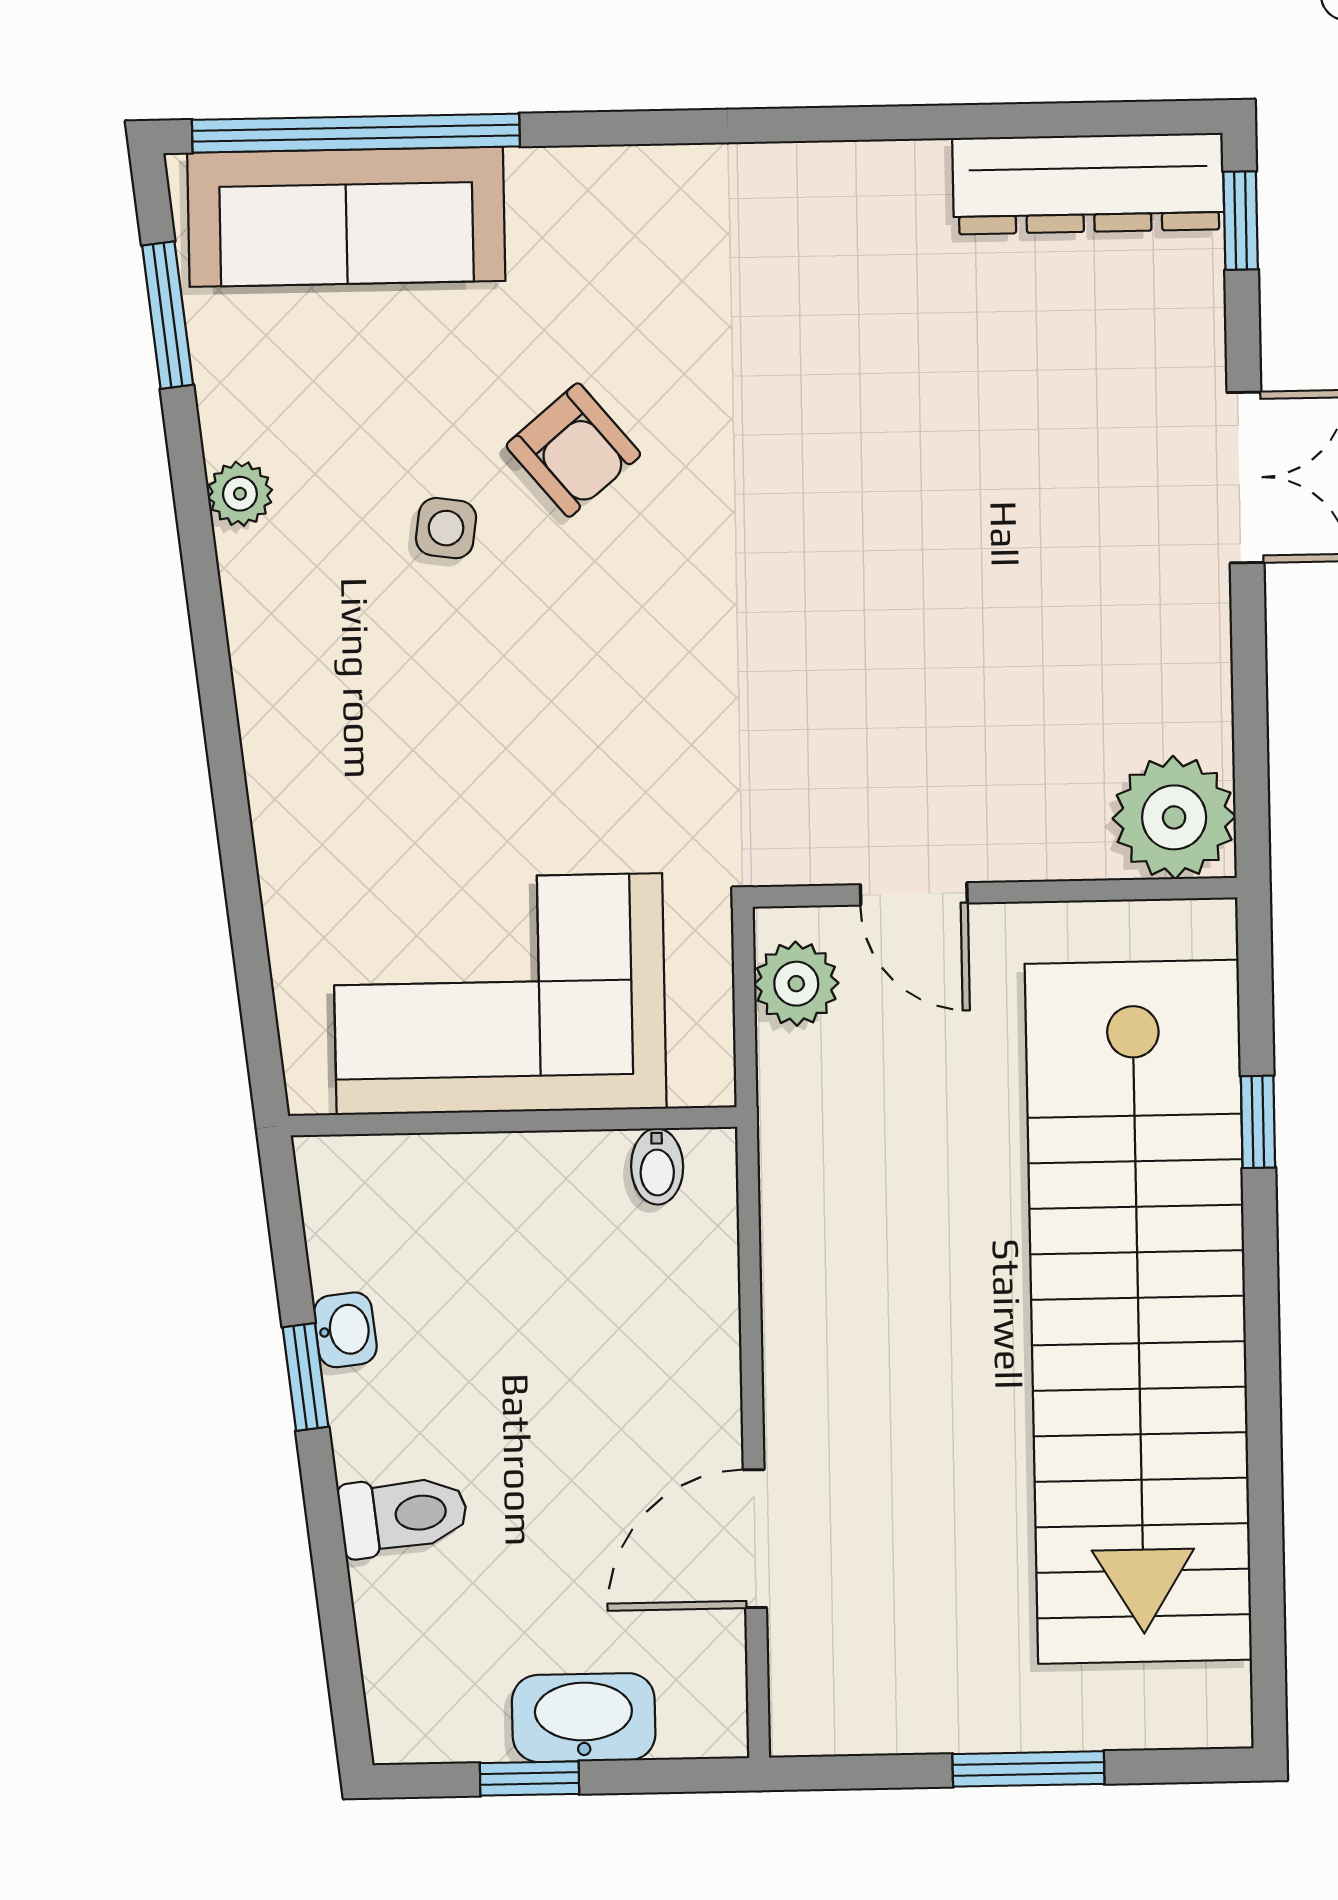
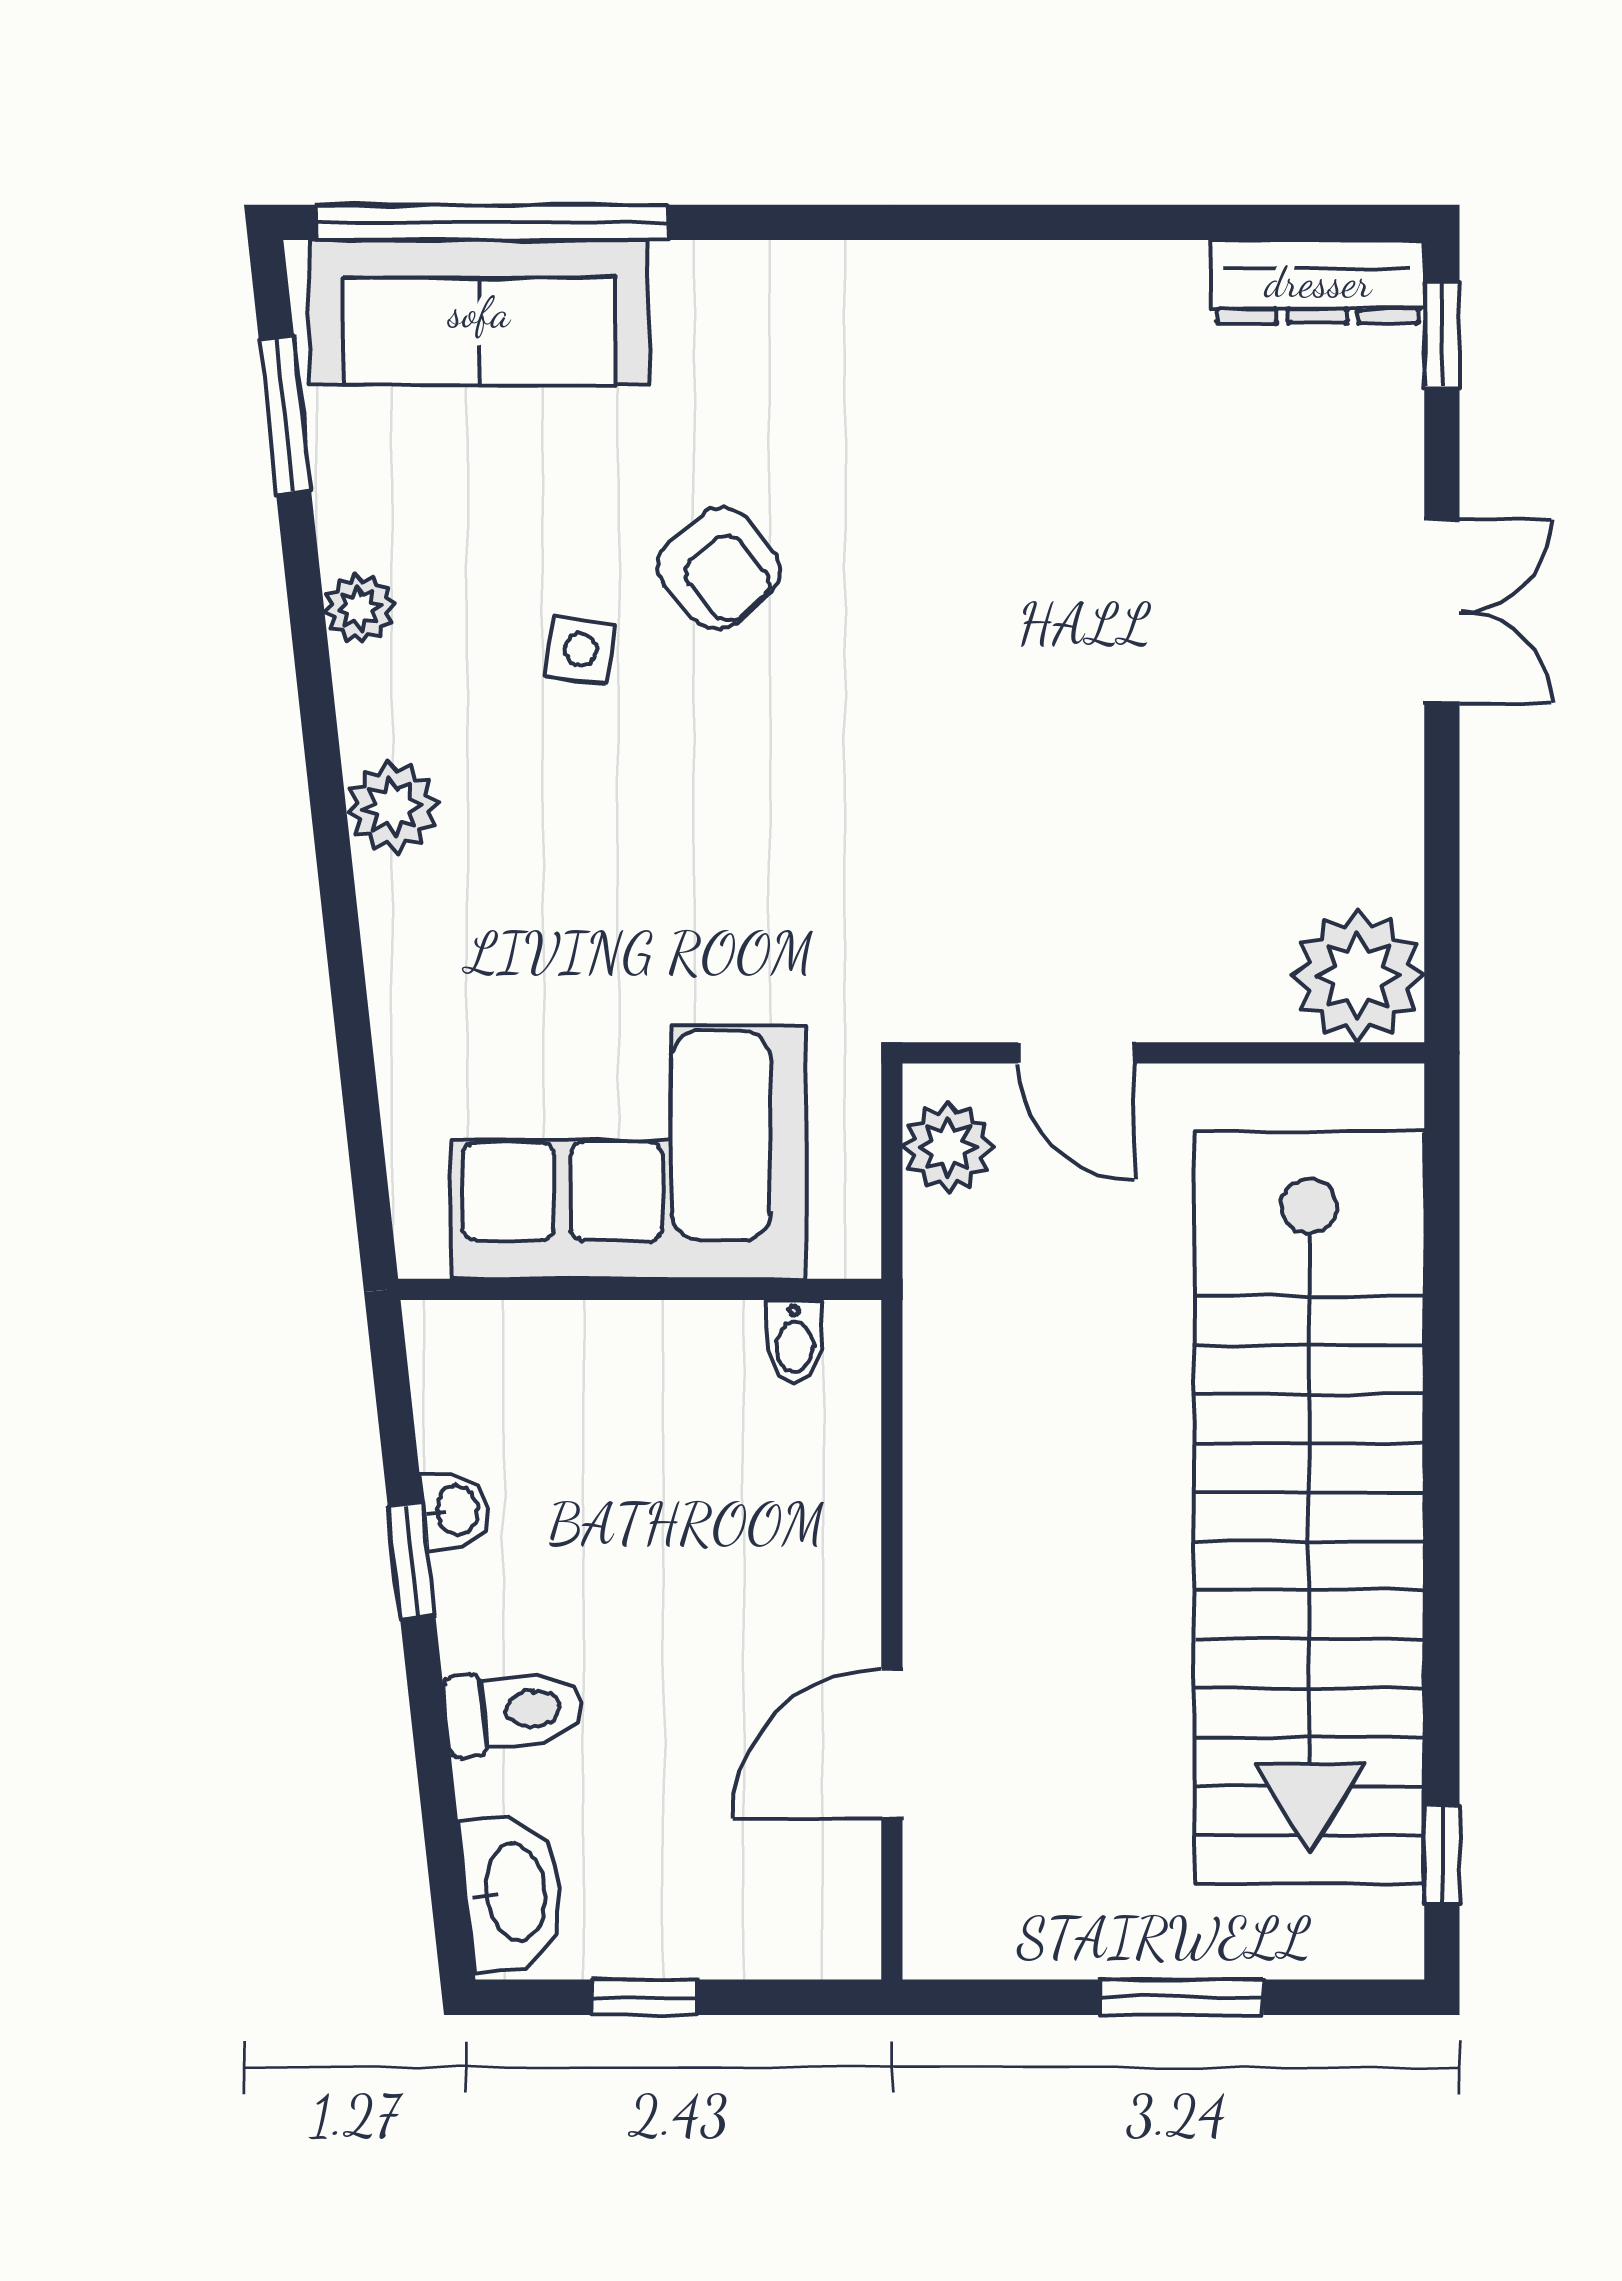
dresser: (1088, 184) -> (1318, 282), width x0.73, depth x0.80
plant: (275, 678) -> (393, 807), added
window: (1258, 1122) -> (1442, 1854), moved
washbasin: (584, 1718) -> (513, 1892), moved, turned 84

